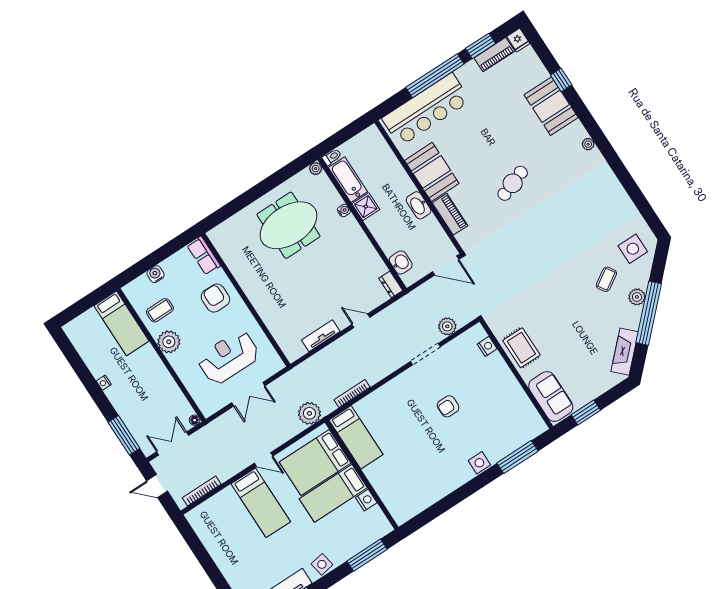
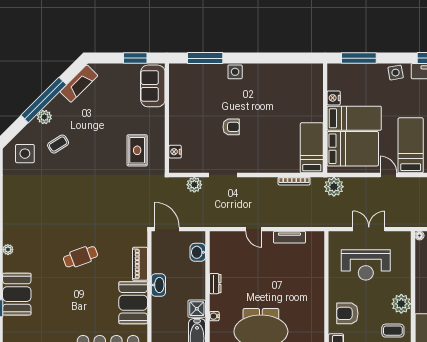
dresser: (391, 284) -> (215, 284), moved
armchair: (215, 298) -> (347, 313), turned 90
rug: (521, 348) -> (137, 150), moved

